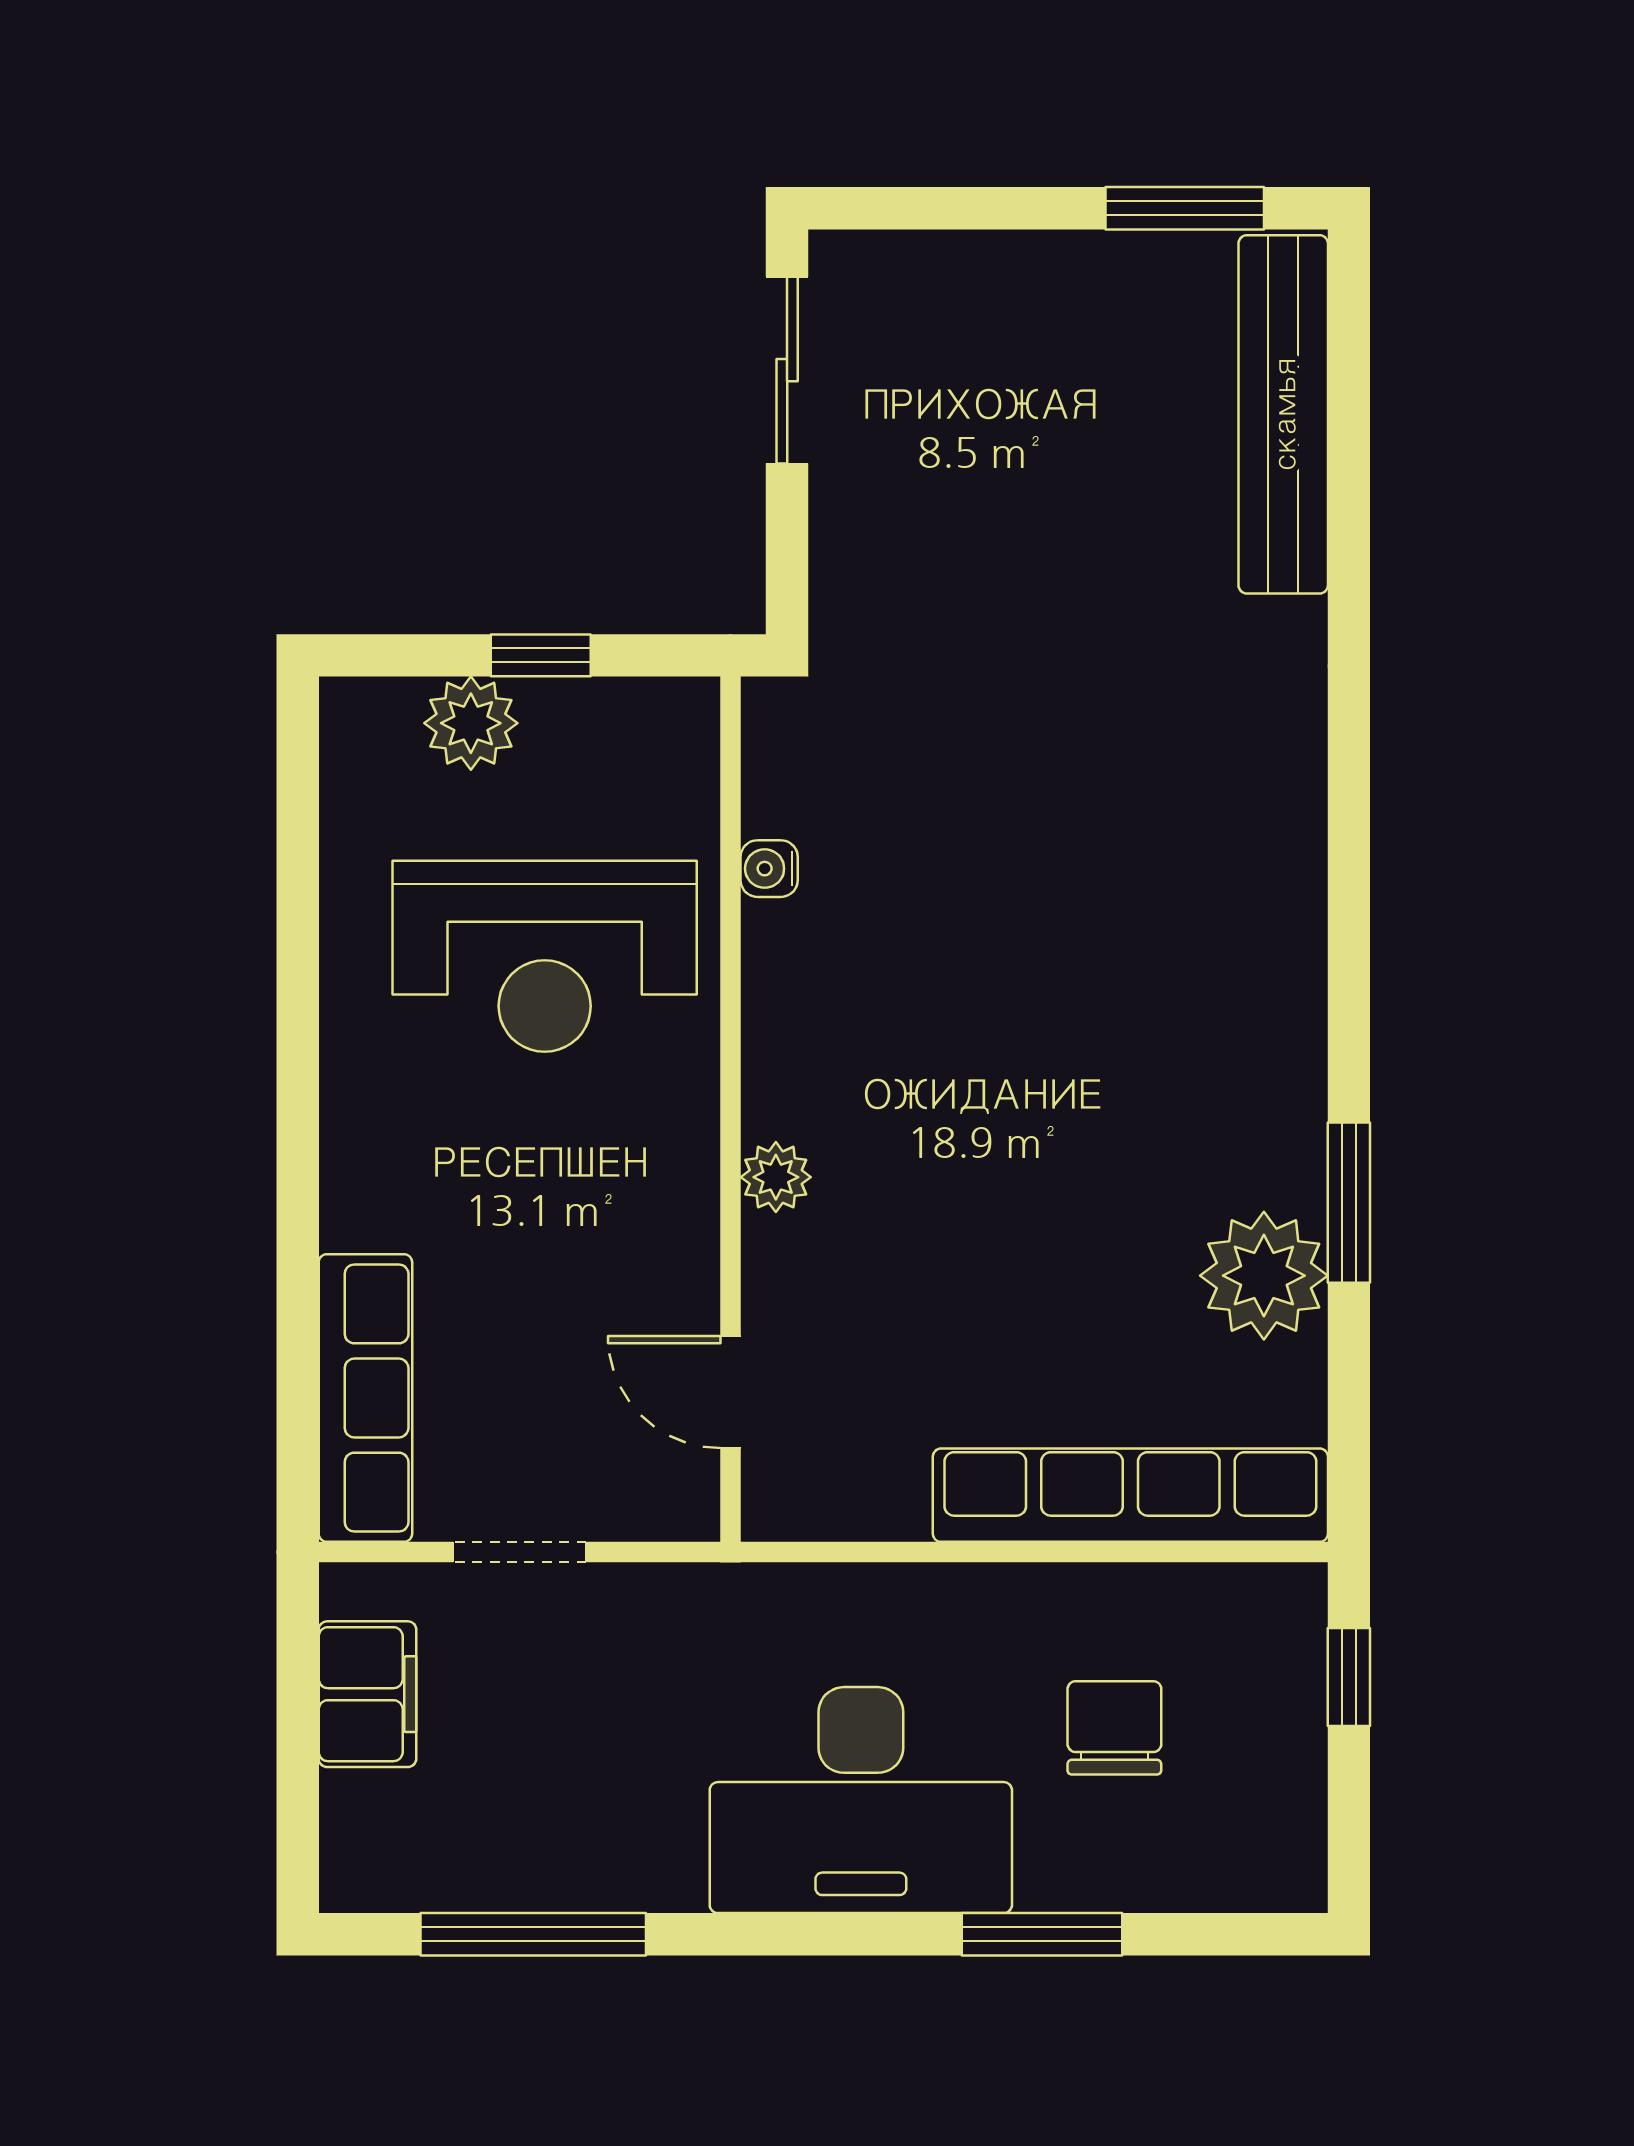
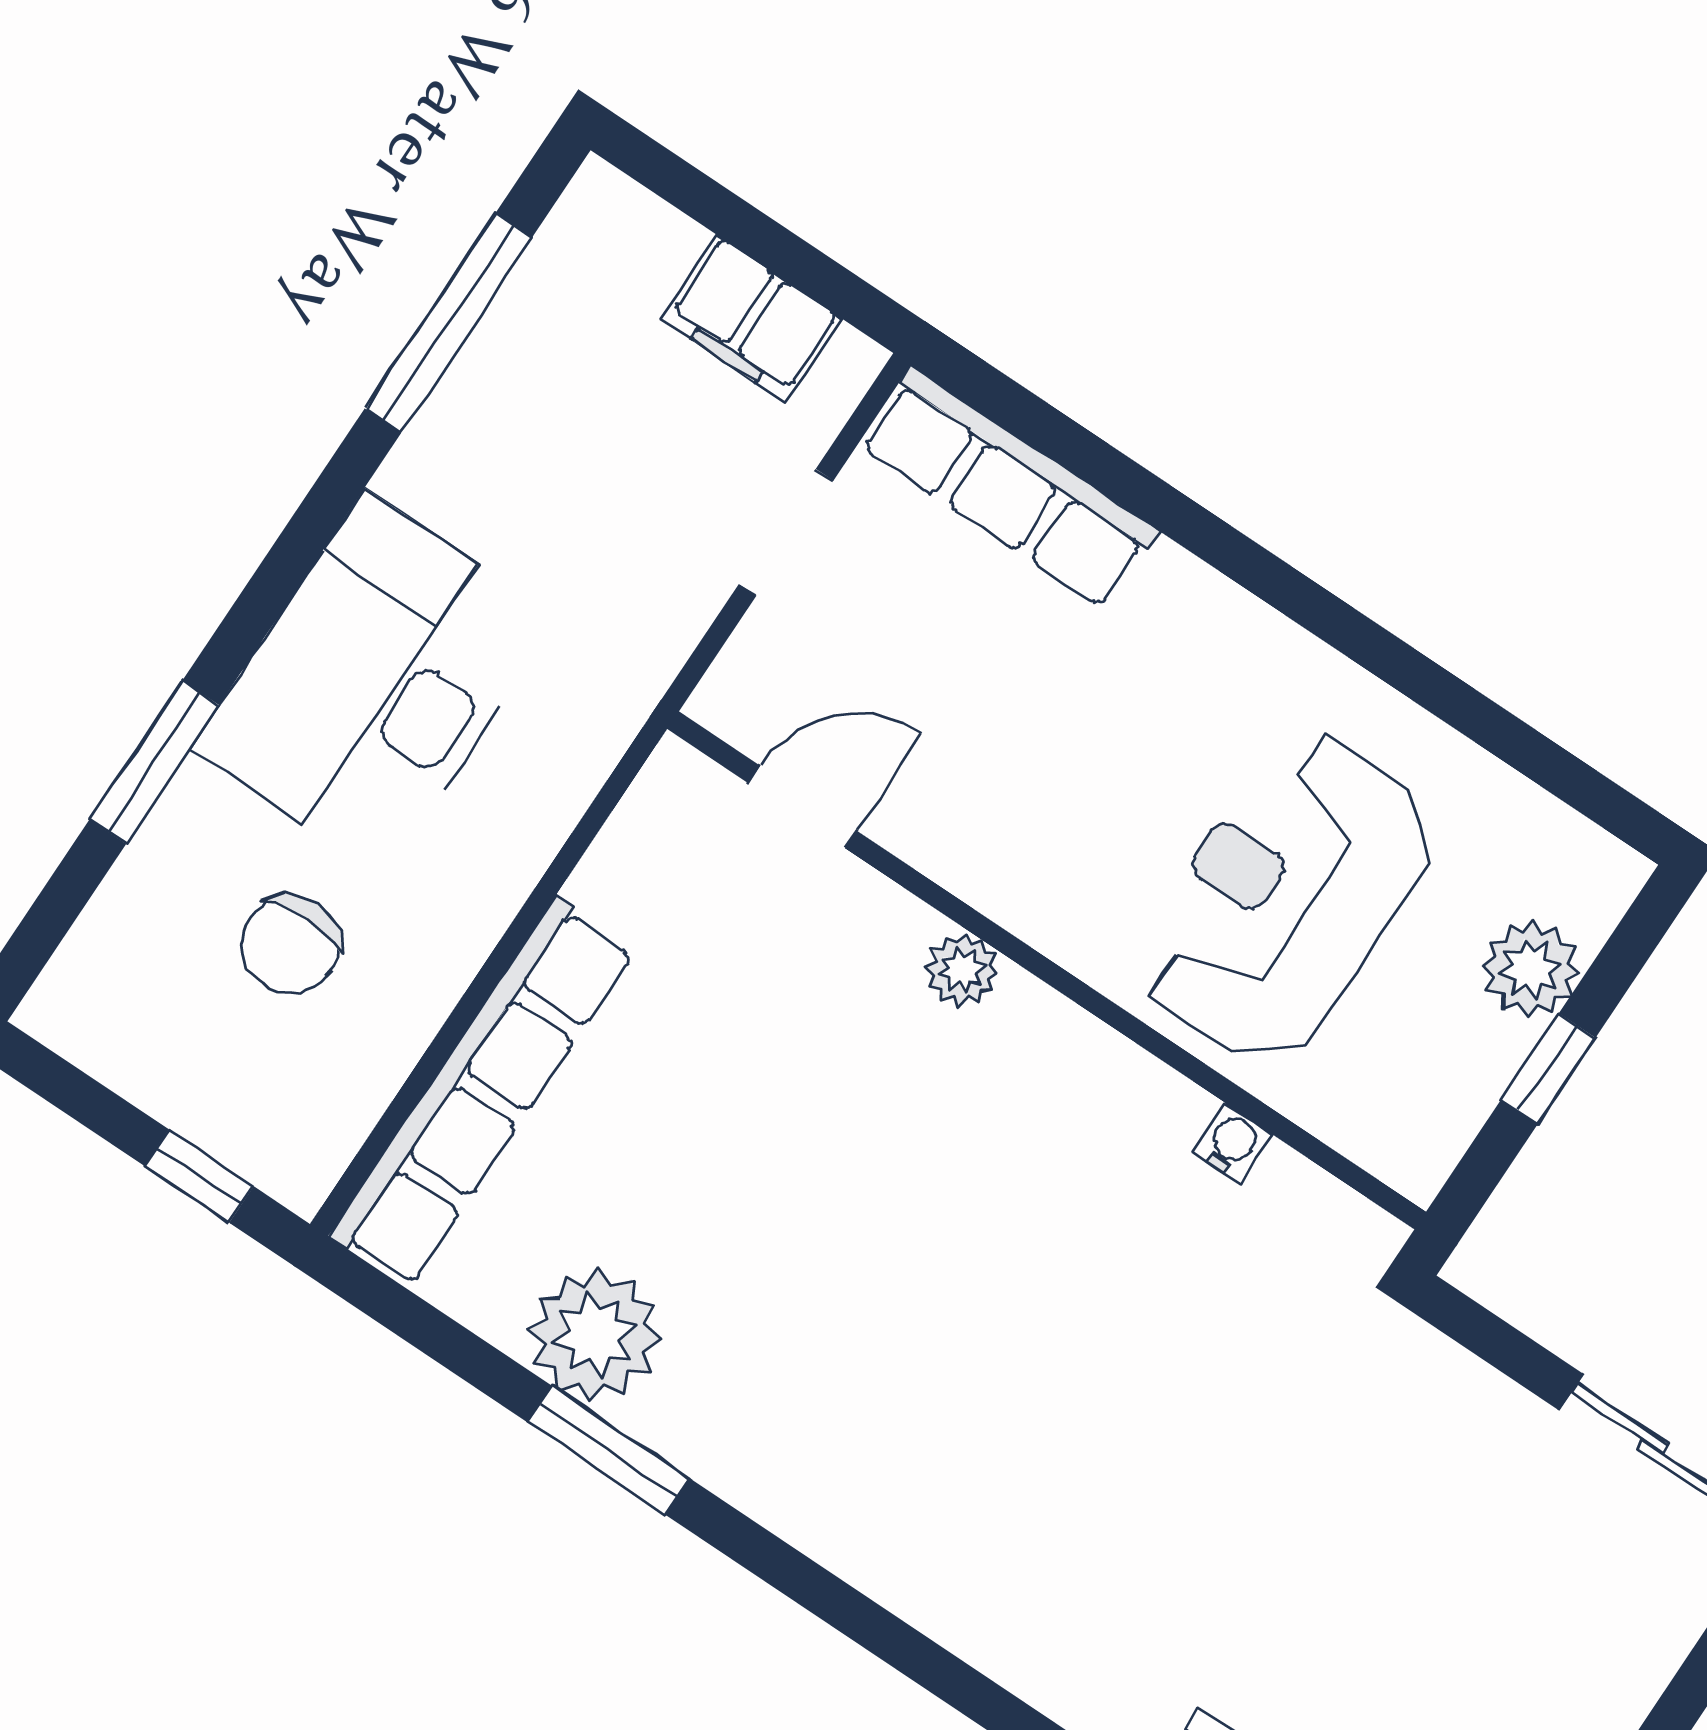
chair: (1114, 1728) -> (291, 944), turned 90

